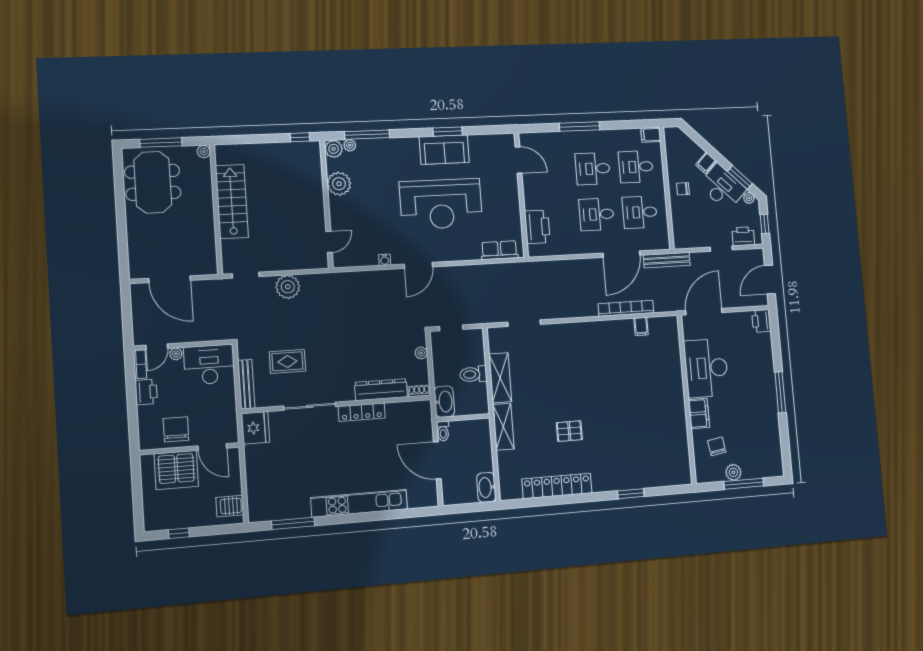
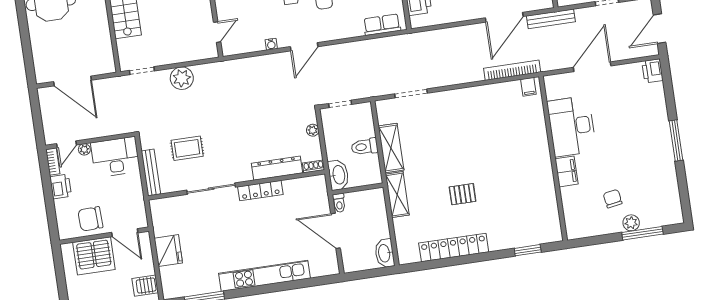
desk: (706, 368) -> (572, 126), moved
wall: (687, 399) -> (553, 158), moved
filing cabinet: (699, 413) -> (567, 171), moved
fridge: (255, 428) -> (168, 251), moved
chair: (176, 429) -> (90, 219), turned -92

